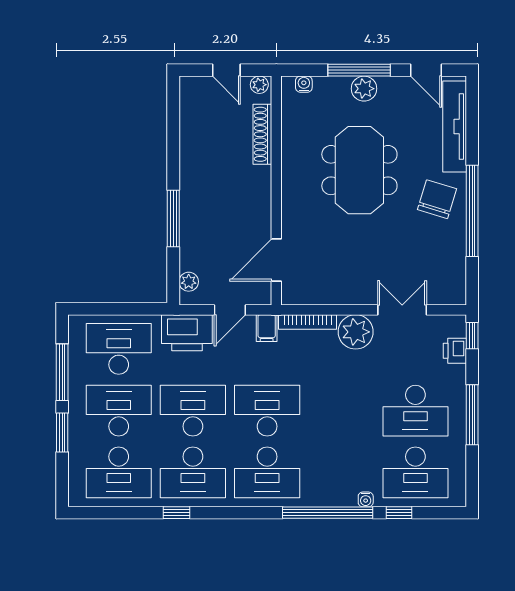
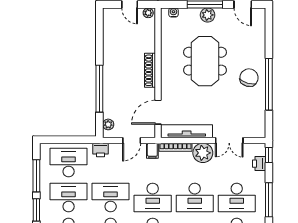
tv unit: (455, 127) -> (187, 131), moved, turned 90
shoe rack: (262, 134) -> (150, 70), moved
window: (173, 219) -> (99, 89), width x1.46
double door: (402, 310) -> (229, 140), swing flipped
printer: (187, 333) -> (101, 150), width x0.53, depth x0.68
desk: (267, 411) -> (153, 198), turned 180
desk: (341, 411) -> (195, 198), added

